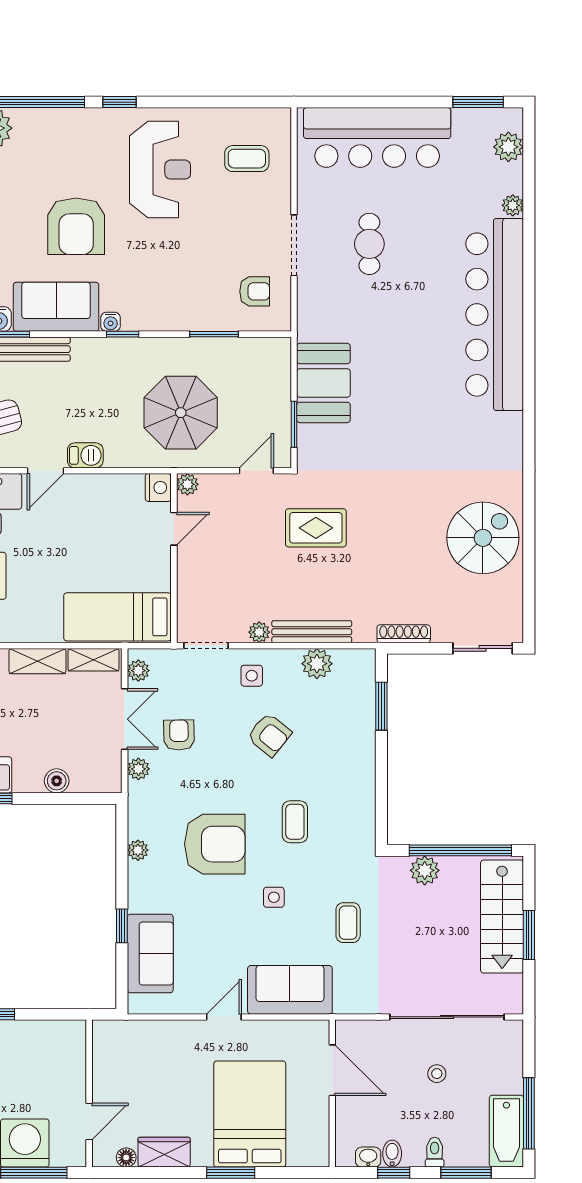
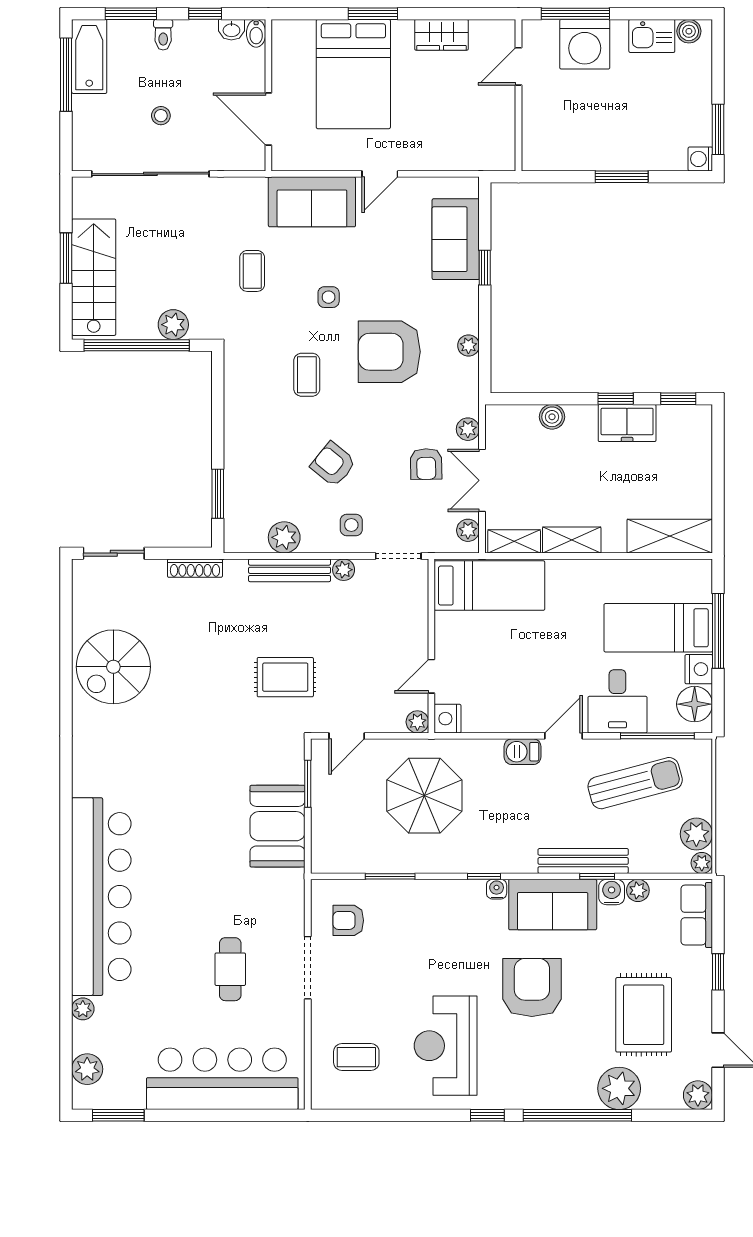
bidet: (392, 1154) -> (256, 33), moved
floor lamp: (126, 1158) -> (480, 29), removed

